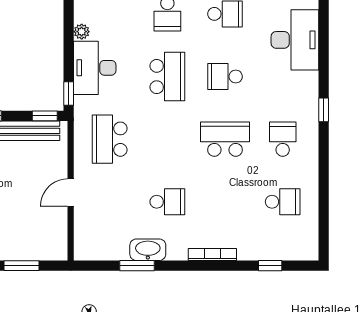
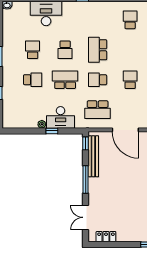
window: (69, 94) -> (52, 131), moved
school desk: (283, 139) -> (98, 80), moved
door: (71, 193) -> (125, 130), width x1.87

